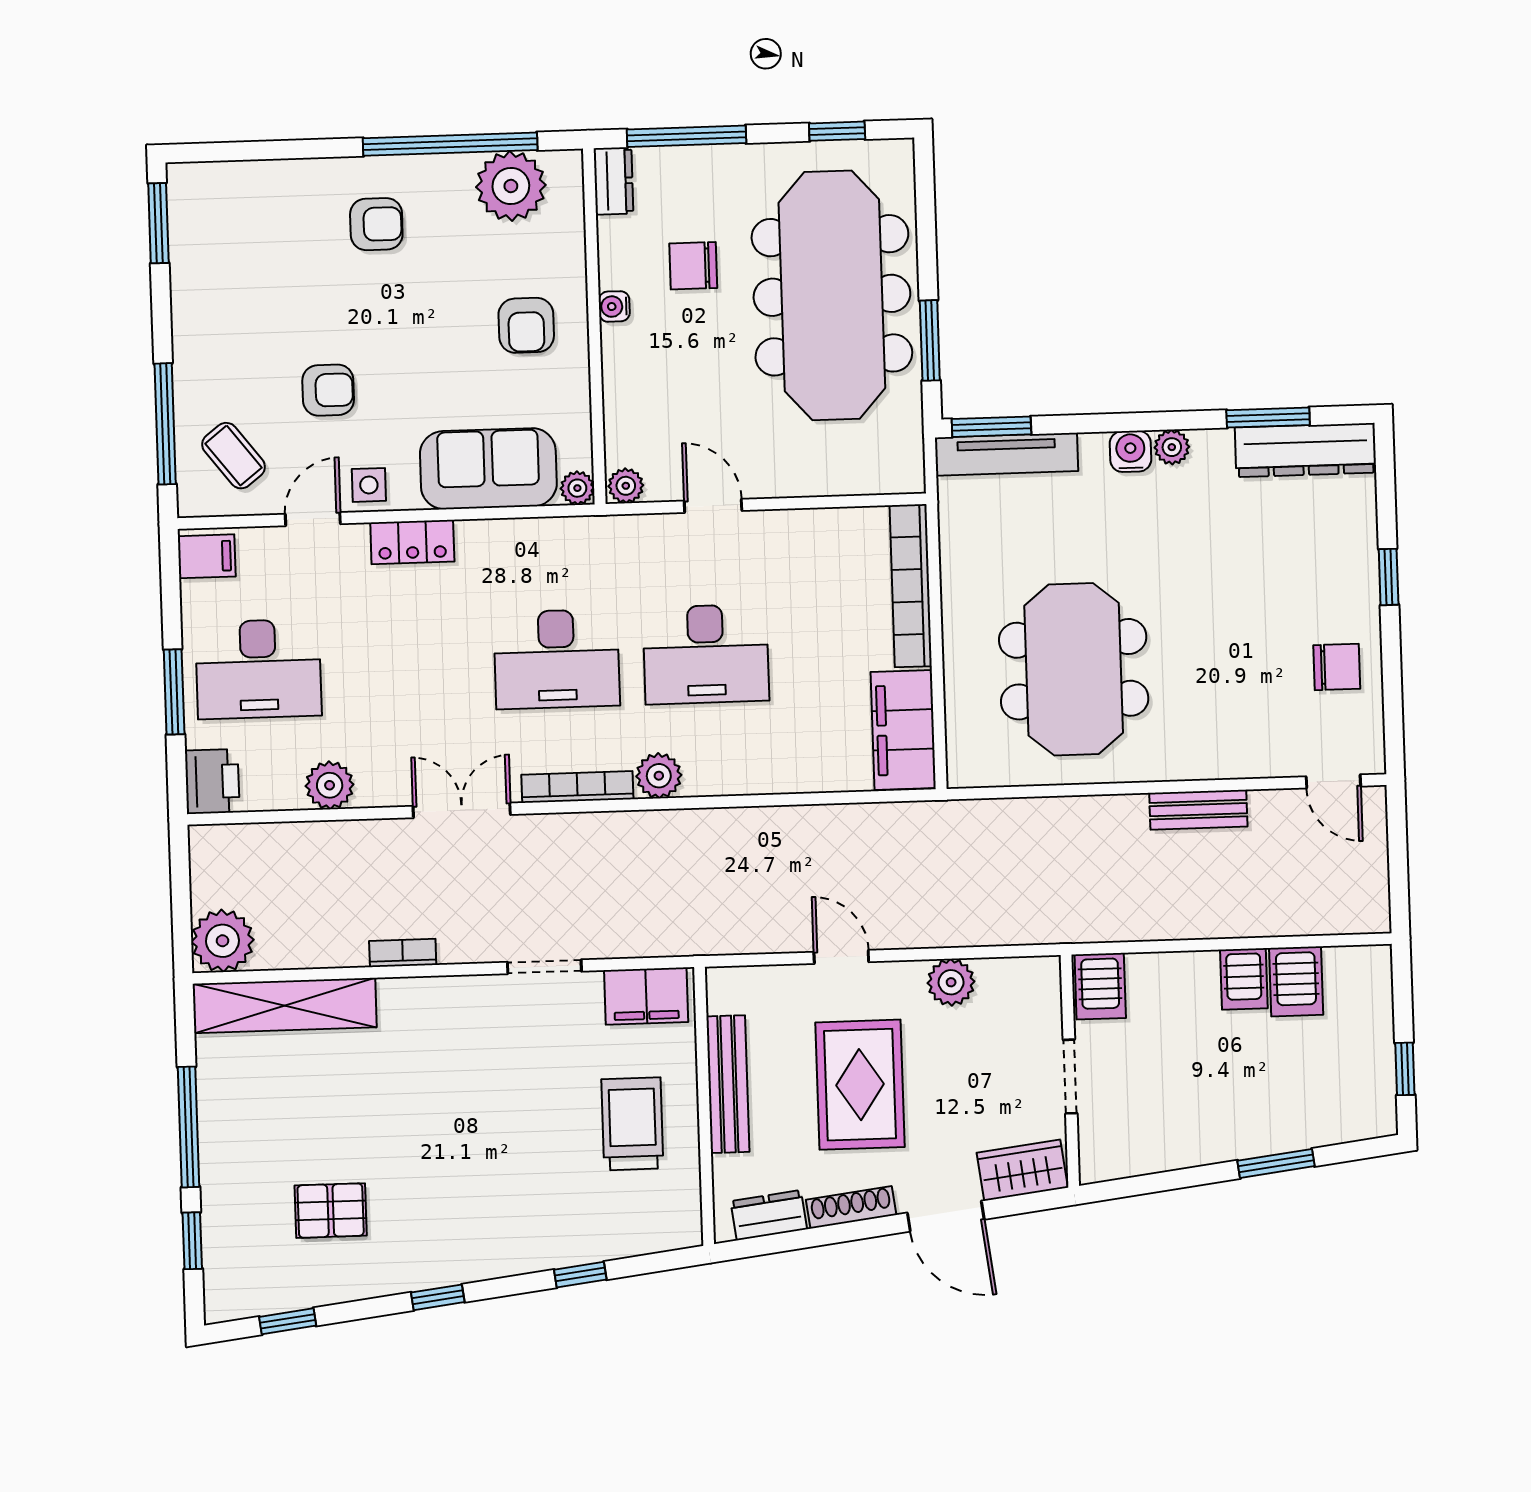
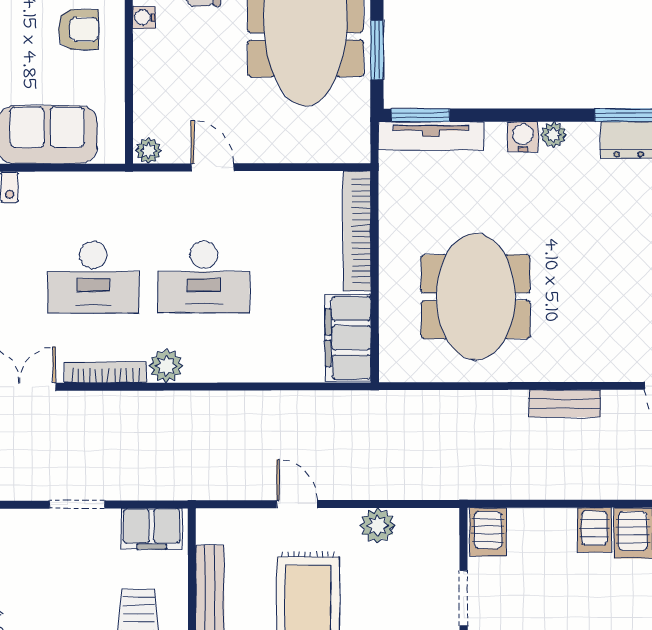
armchair: (526, 325) -> (78, 29), turned -90
plant: (577, 488) -> (113, 151), removed

